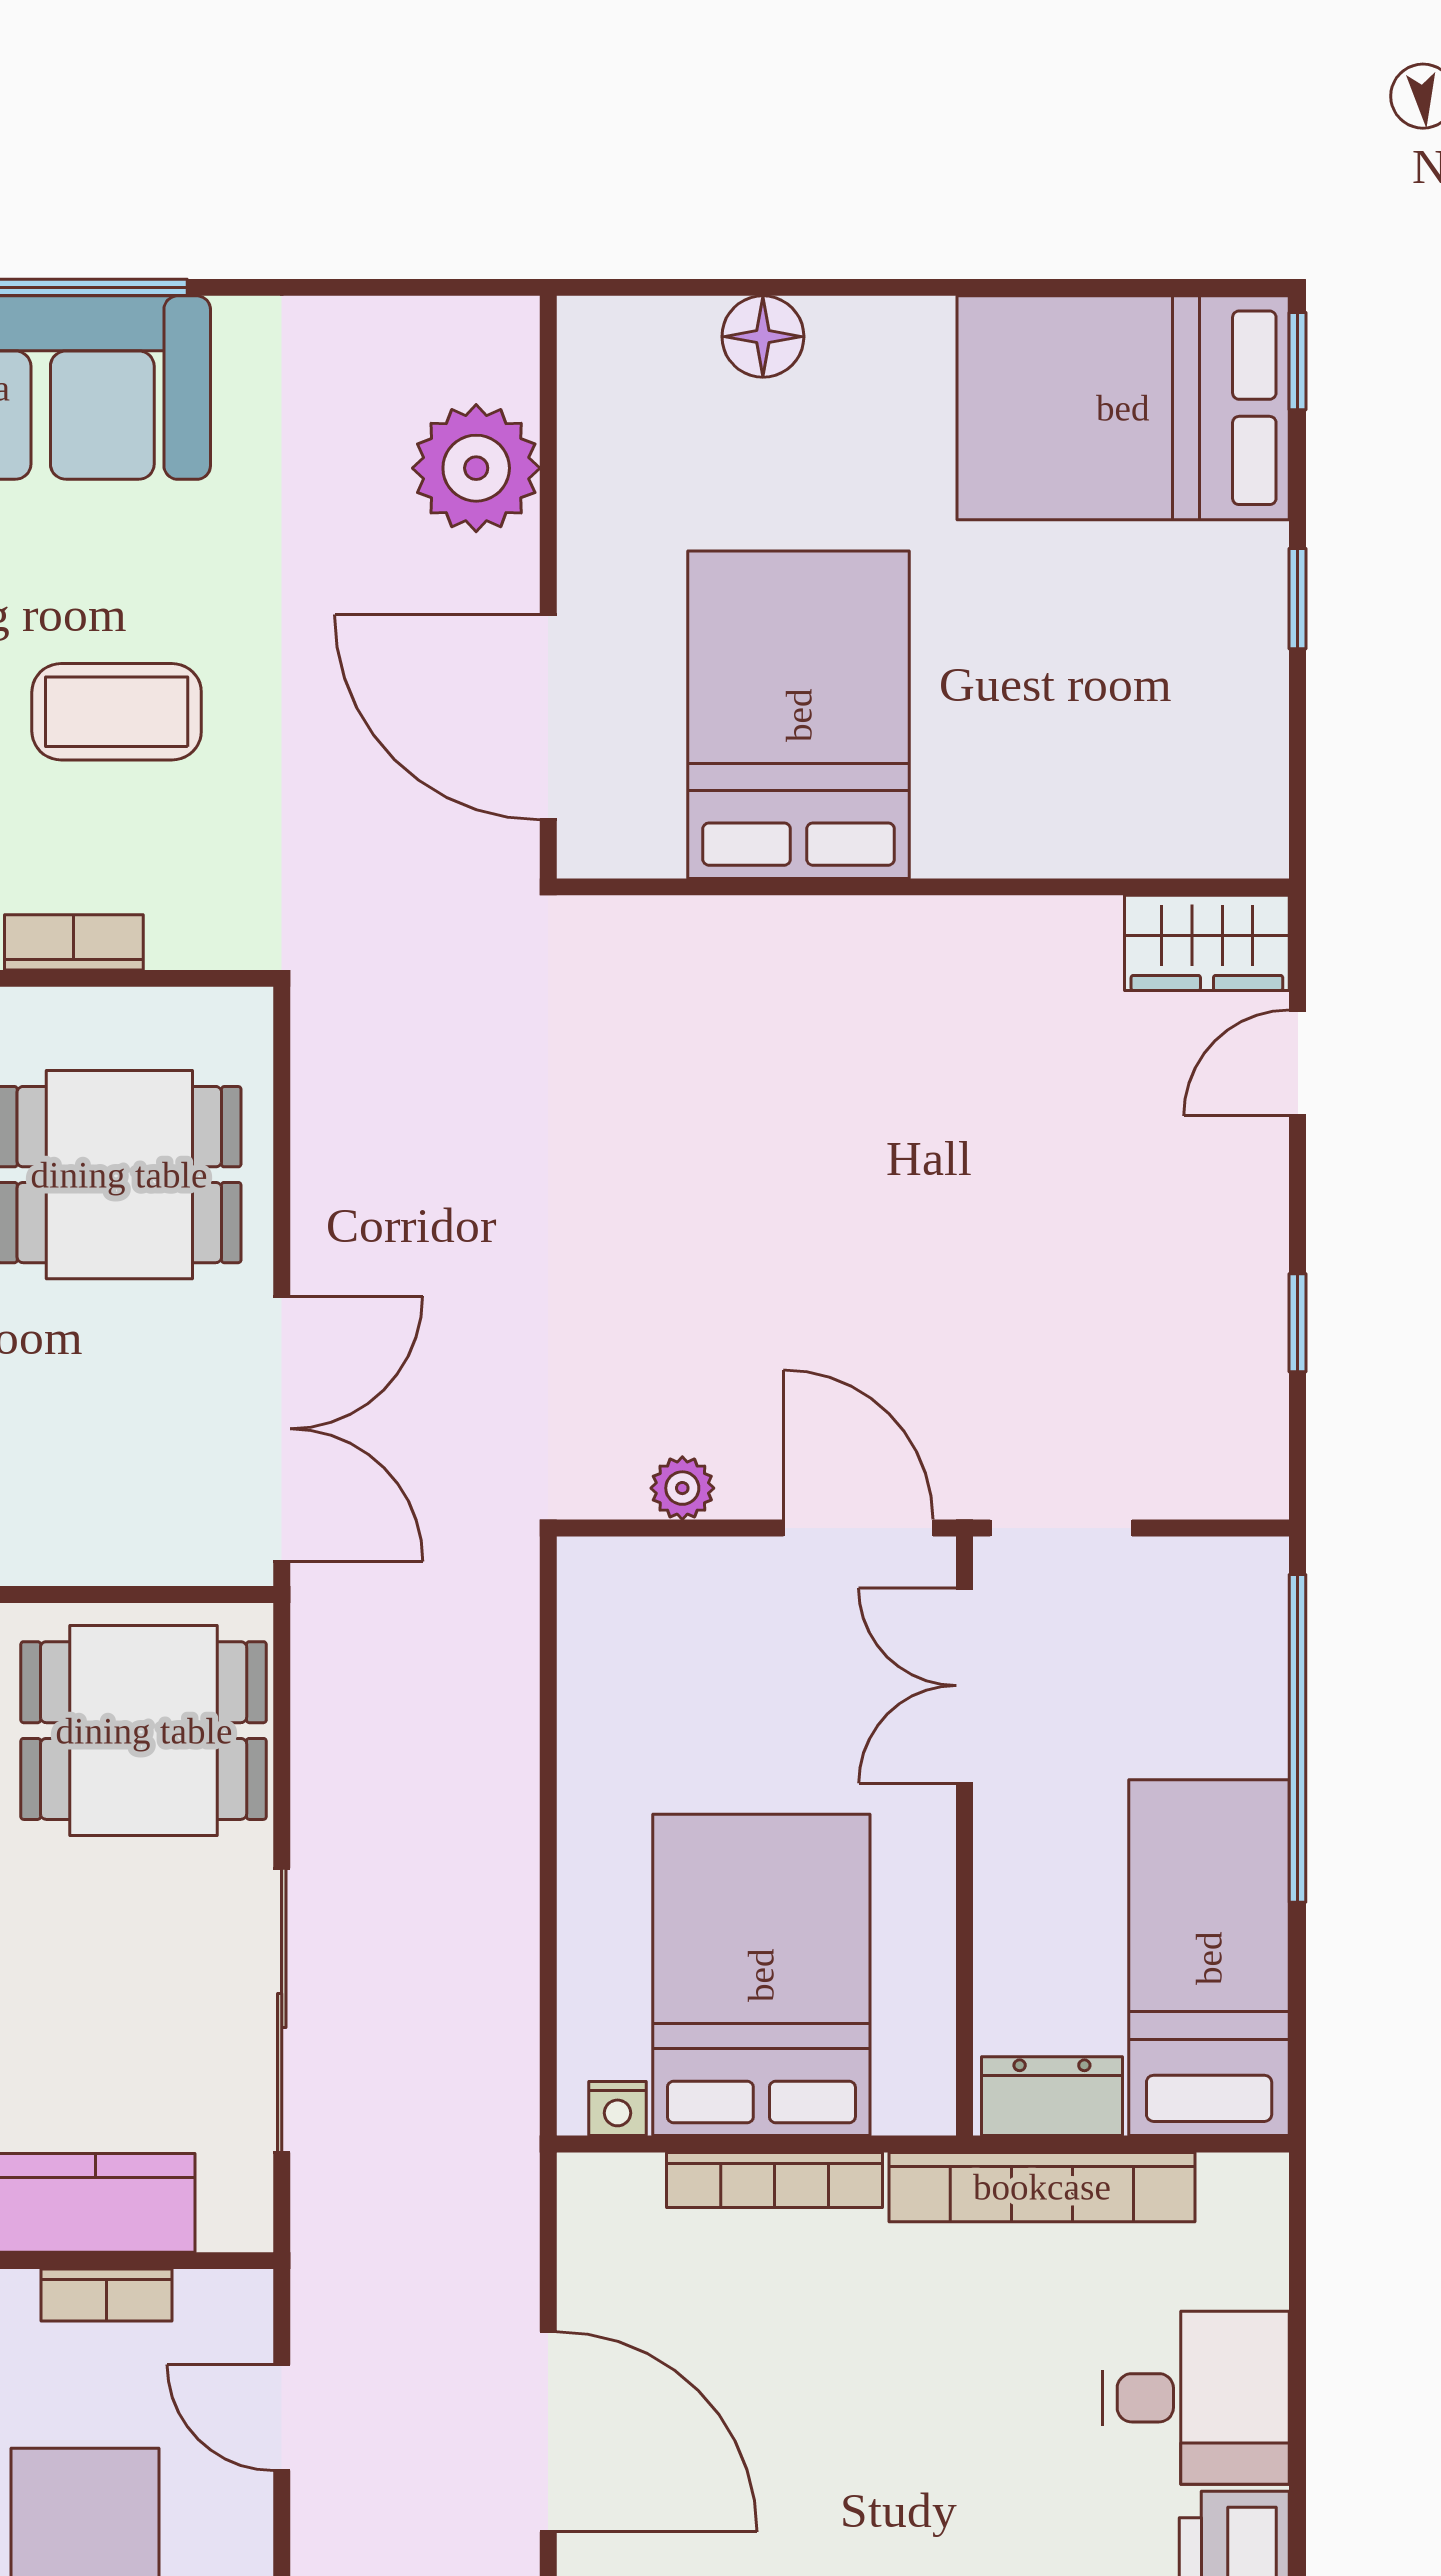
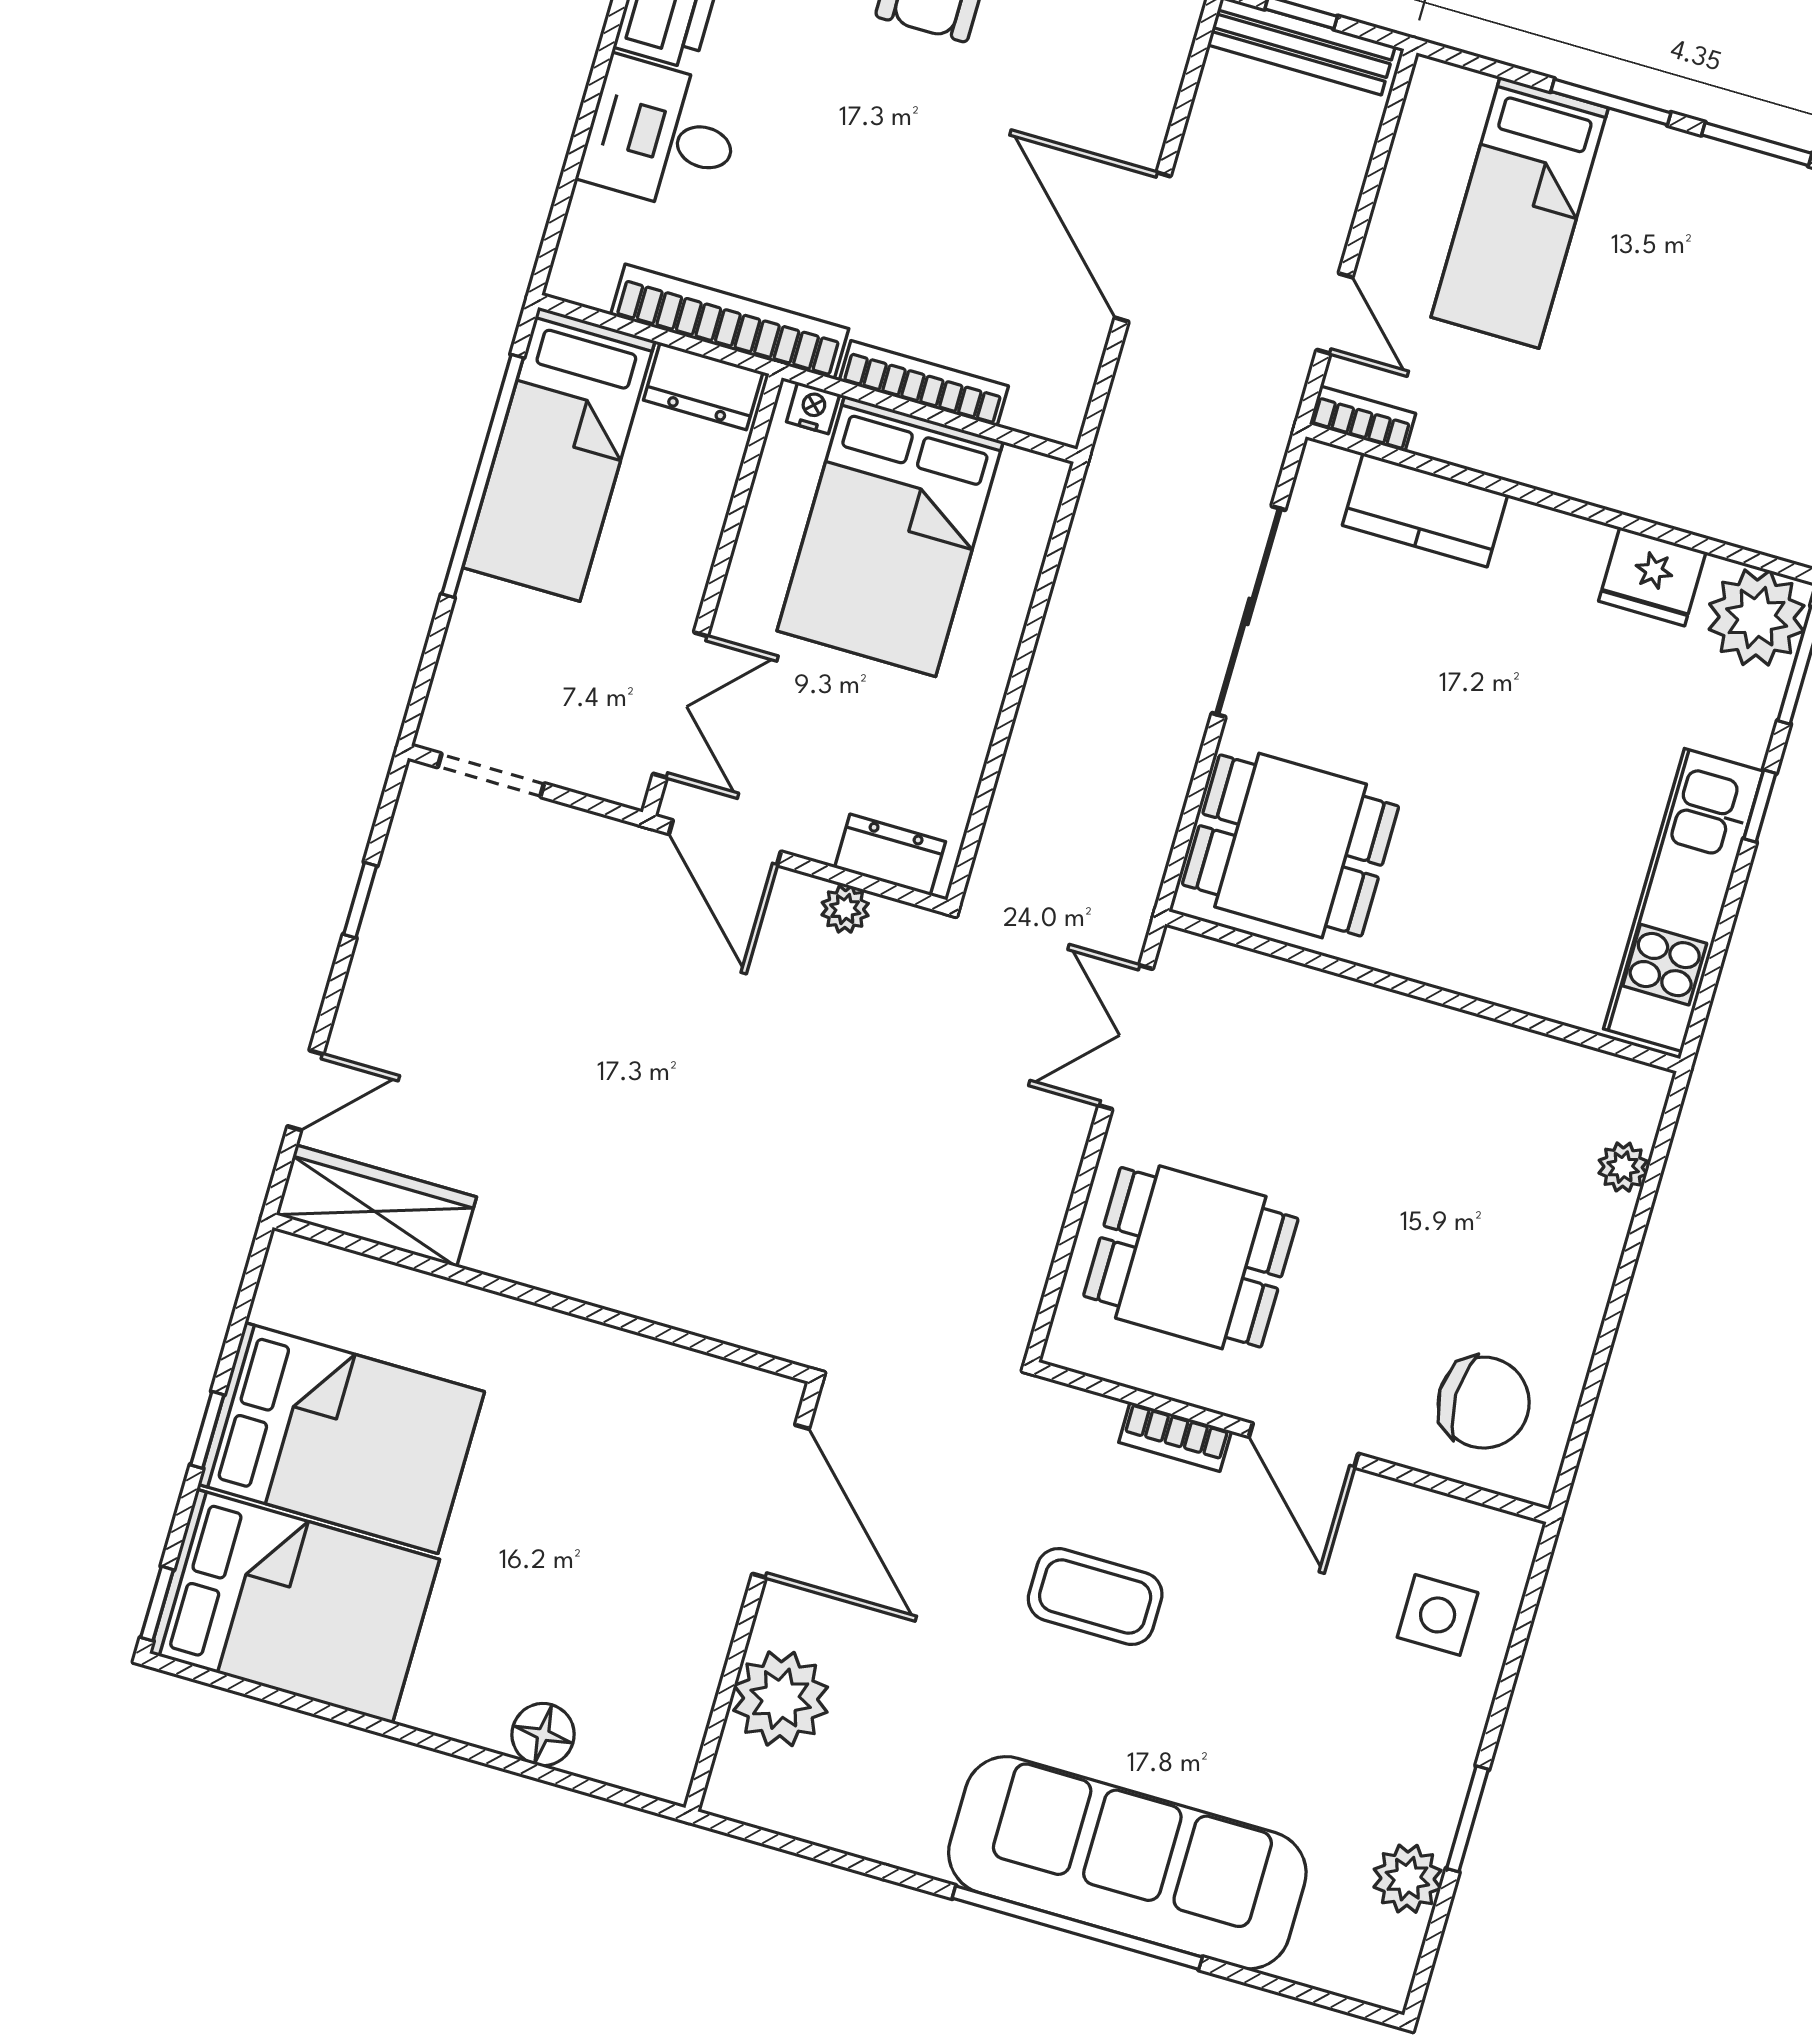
bed: (799, 715) -> (341, 1438), moved, turned -90
wardrobe: (1207, 943) -> (376, 1206), width x1.50
double door: (282, 1429) -> (1126, 1037), width x0.73
doorway: (1061, 1528) -> (491, 775), moved
dresser: (646, 1573) -> (890, 855), added
window: (1298, 1738) -> (483, 476), moved
nightstand: (617, 2109) -> (813, 408), moved
bookcase: (107, 2295) -> (1363, 419), moved

